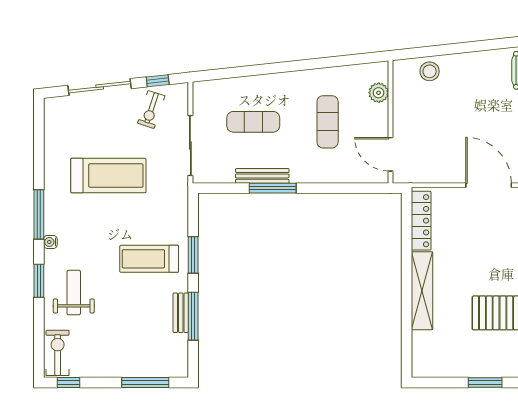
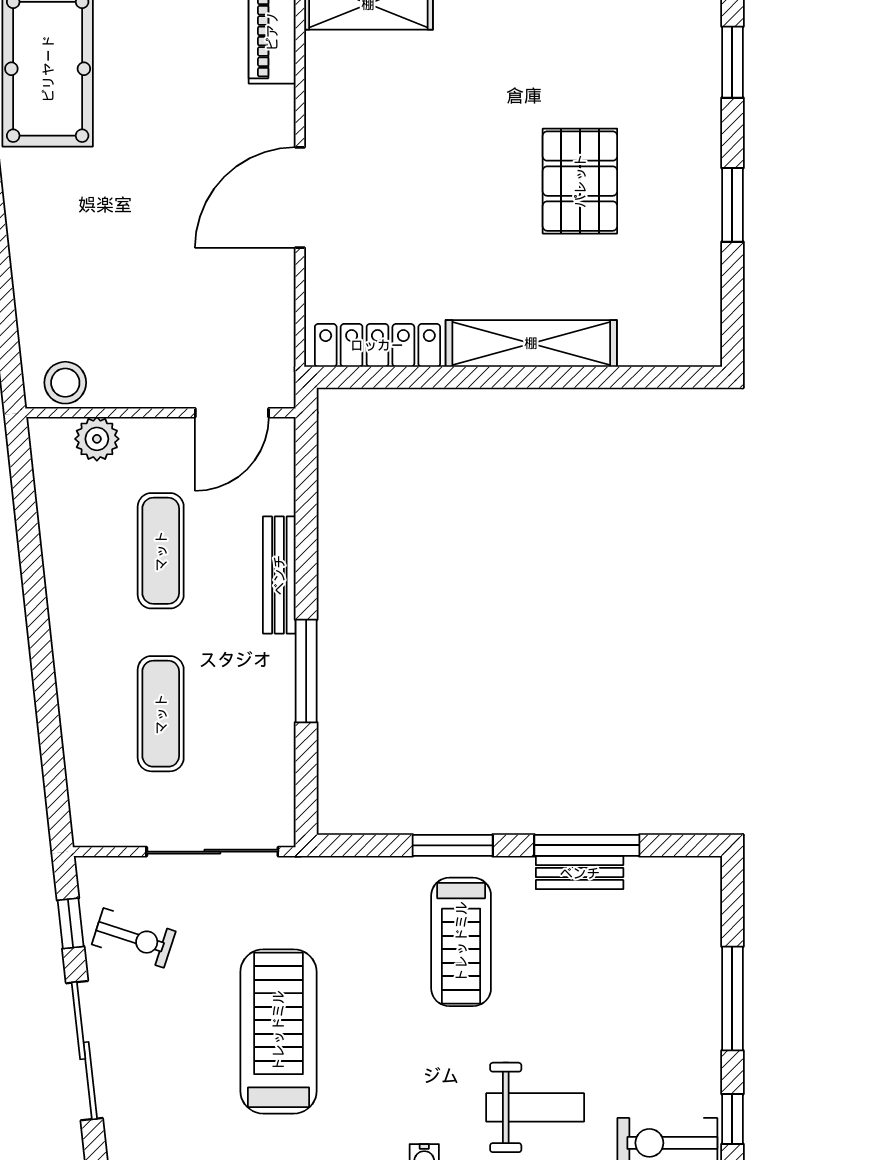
stool: (430, 71) -> (65, 383), moved
exercise mat: (328, 122) -> (161, 551), turned 90
bench: (262, 176) -> (279, 575), moved
weight bench: (74, 293) -> (535, 1107), turned 180
window: (145, 383) -> (732, 998), moved

